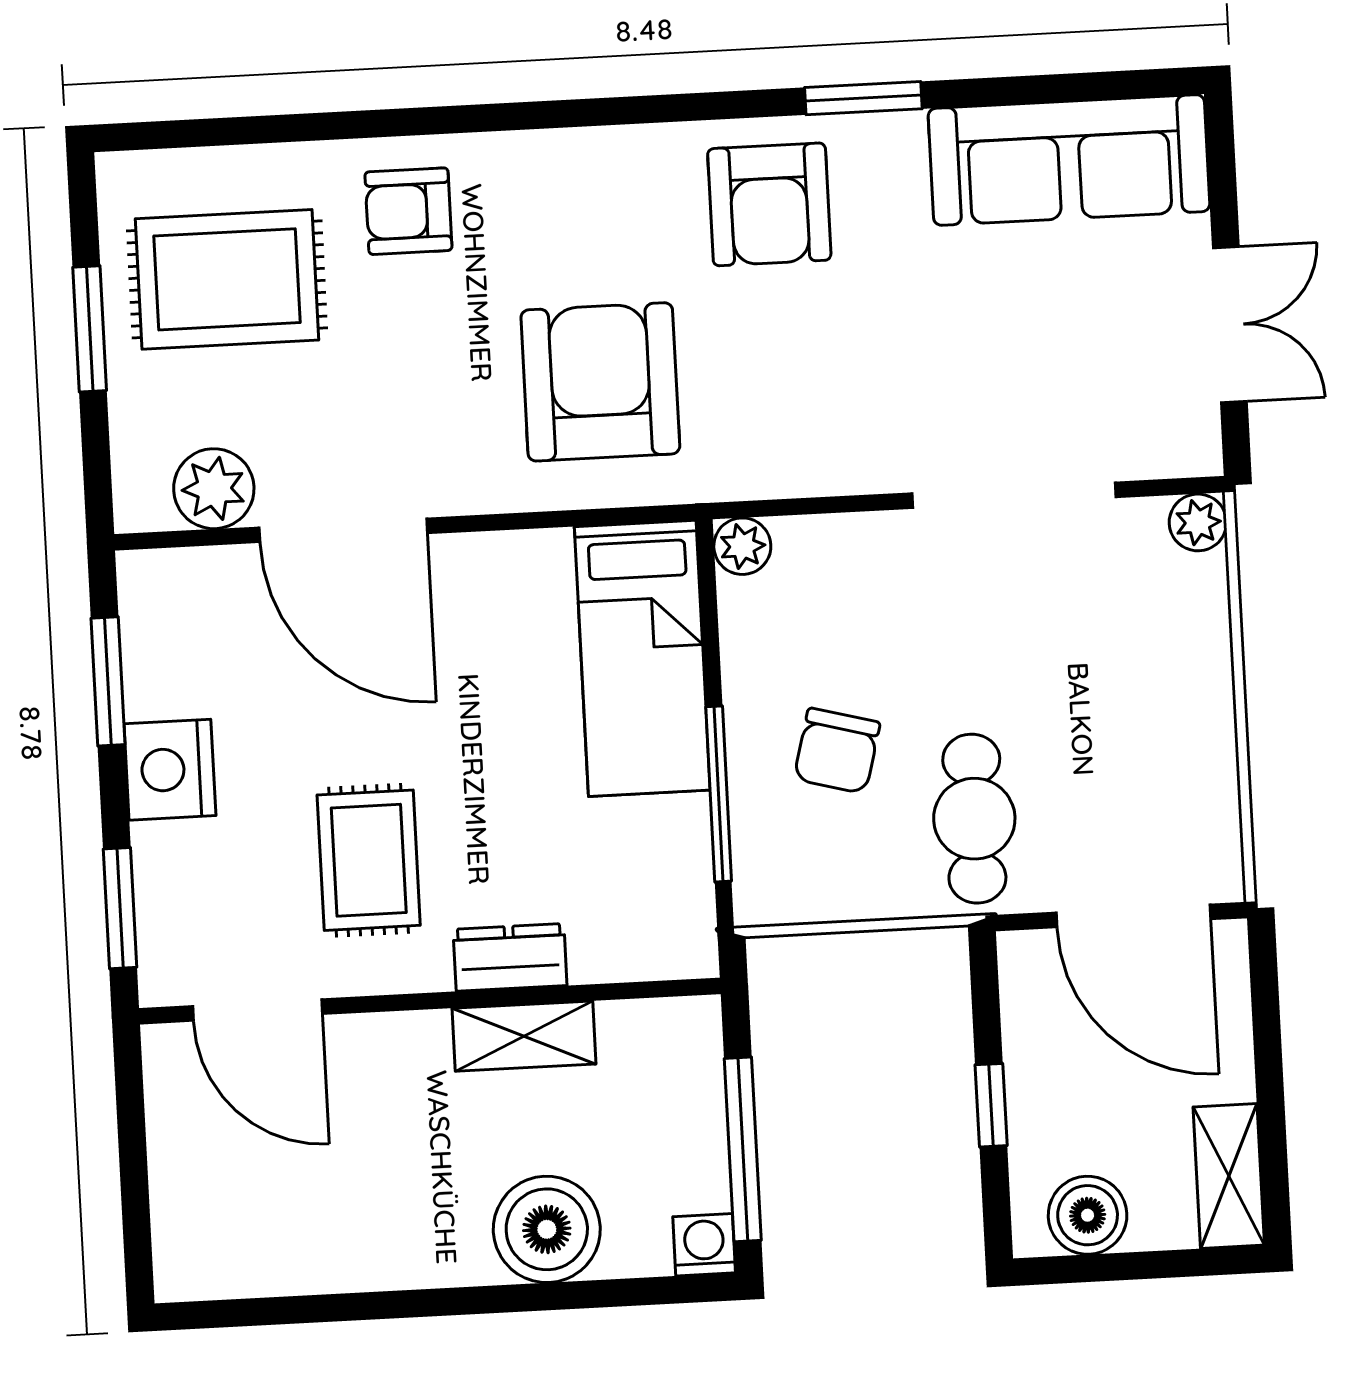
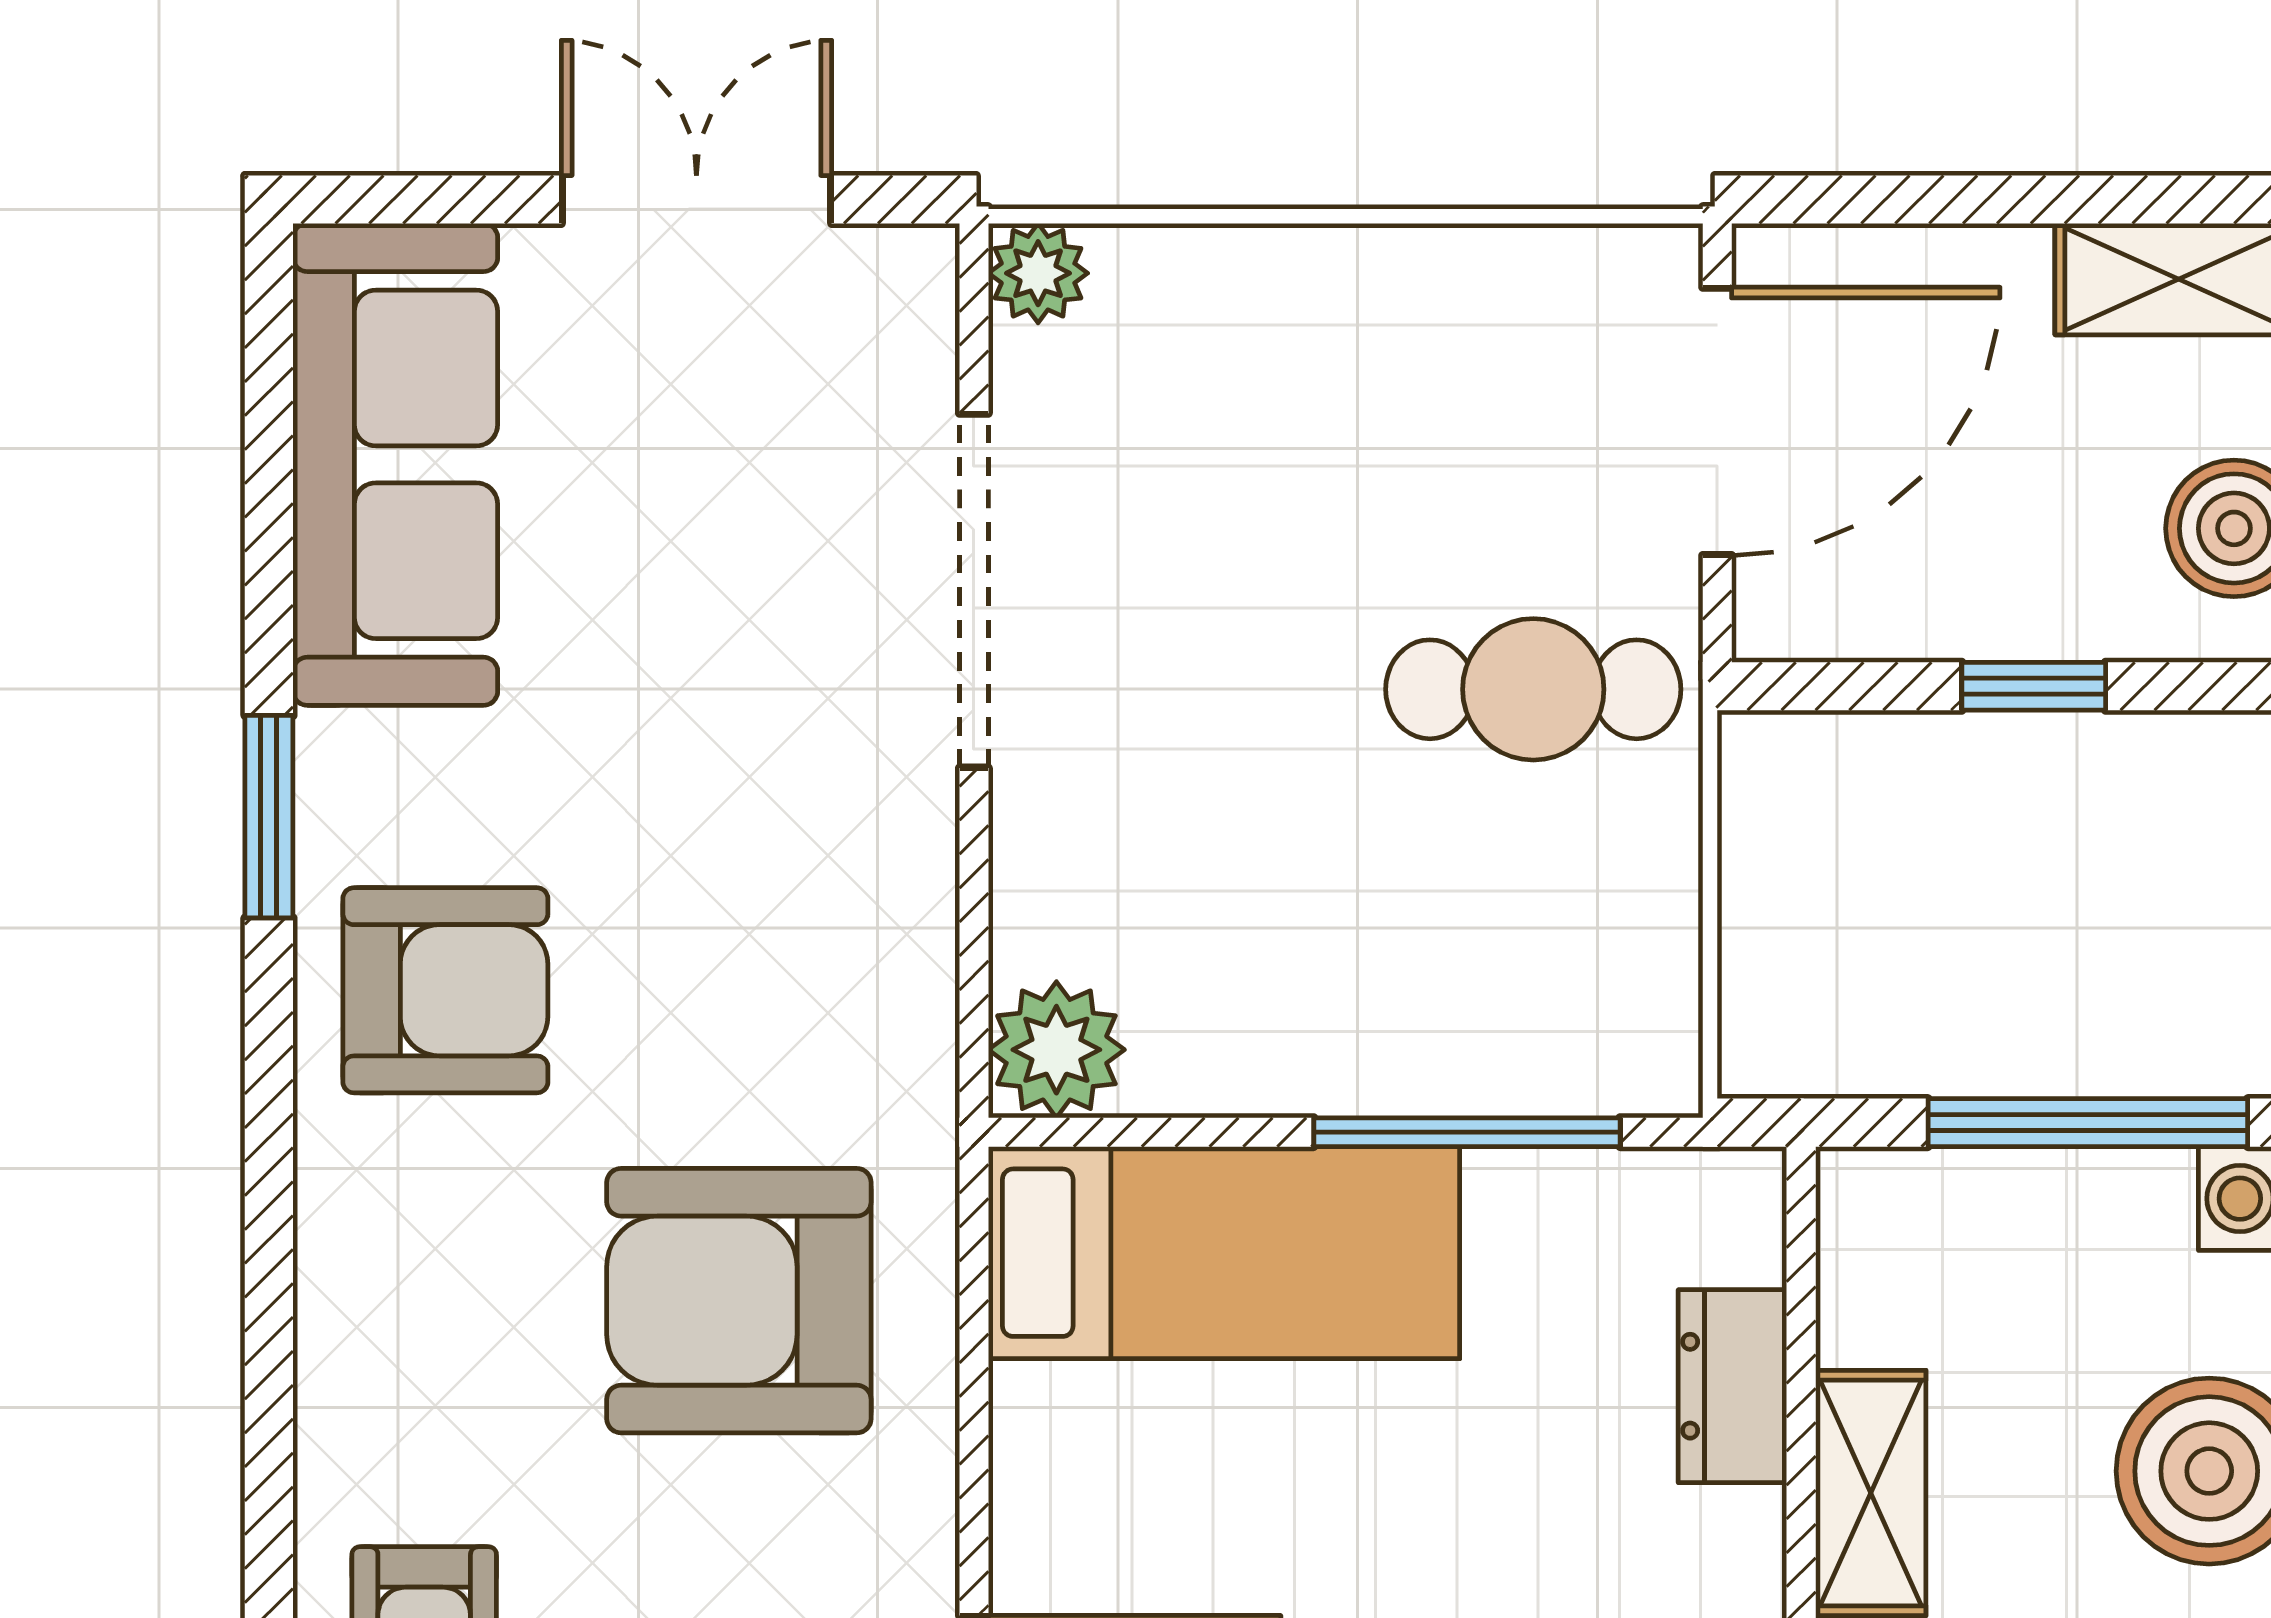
plant: (742, 546) -> (1056, 1050), width x1.38, depth x1.38
chair: (837, 751) -> (1403, 922), removed
dresser: (510, 957) -> (1732, 1386), moved

